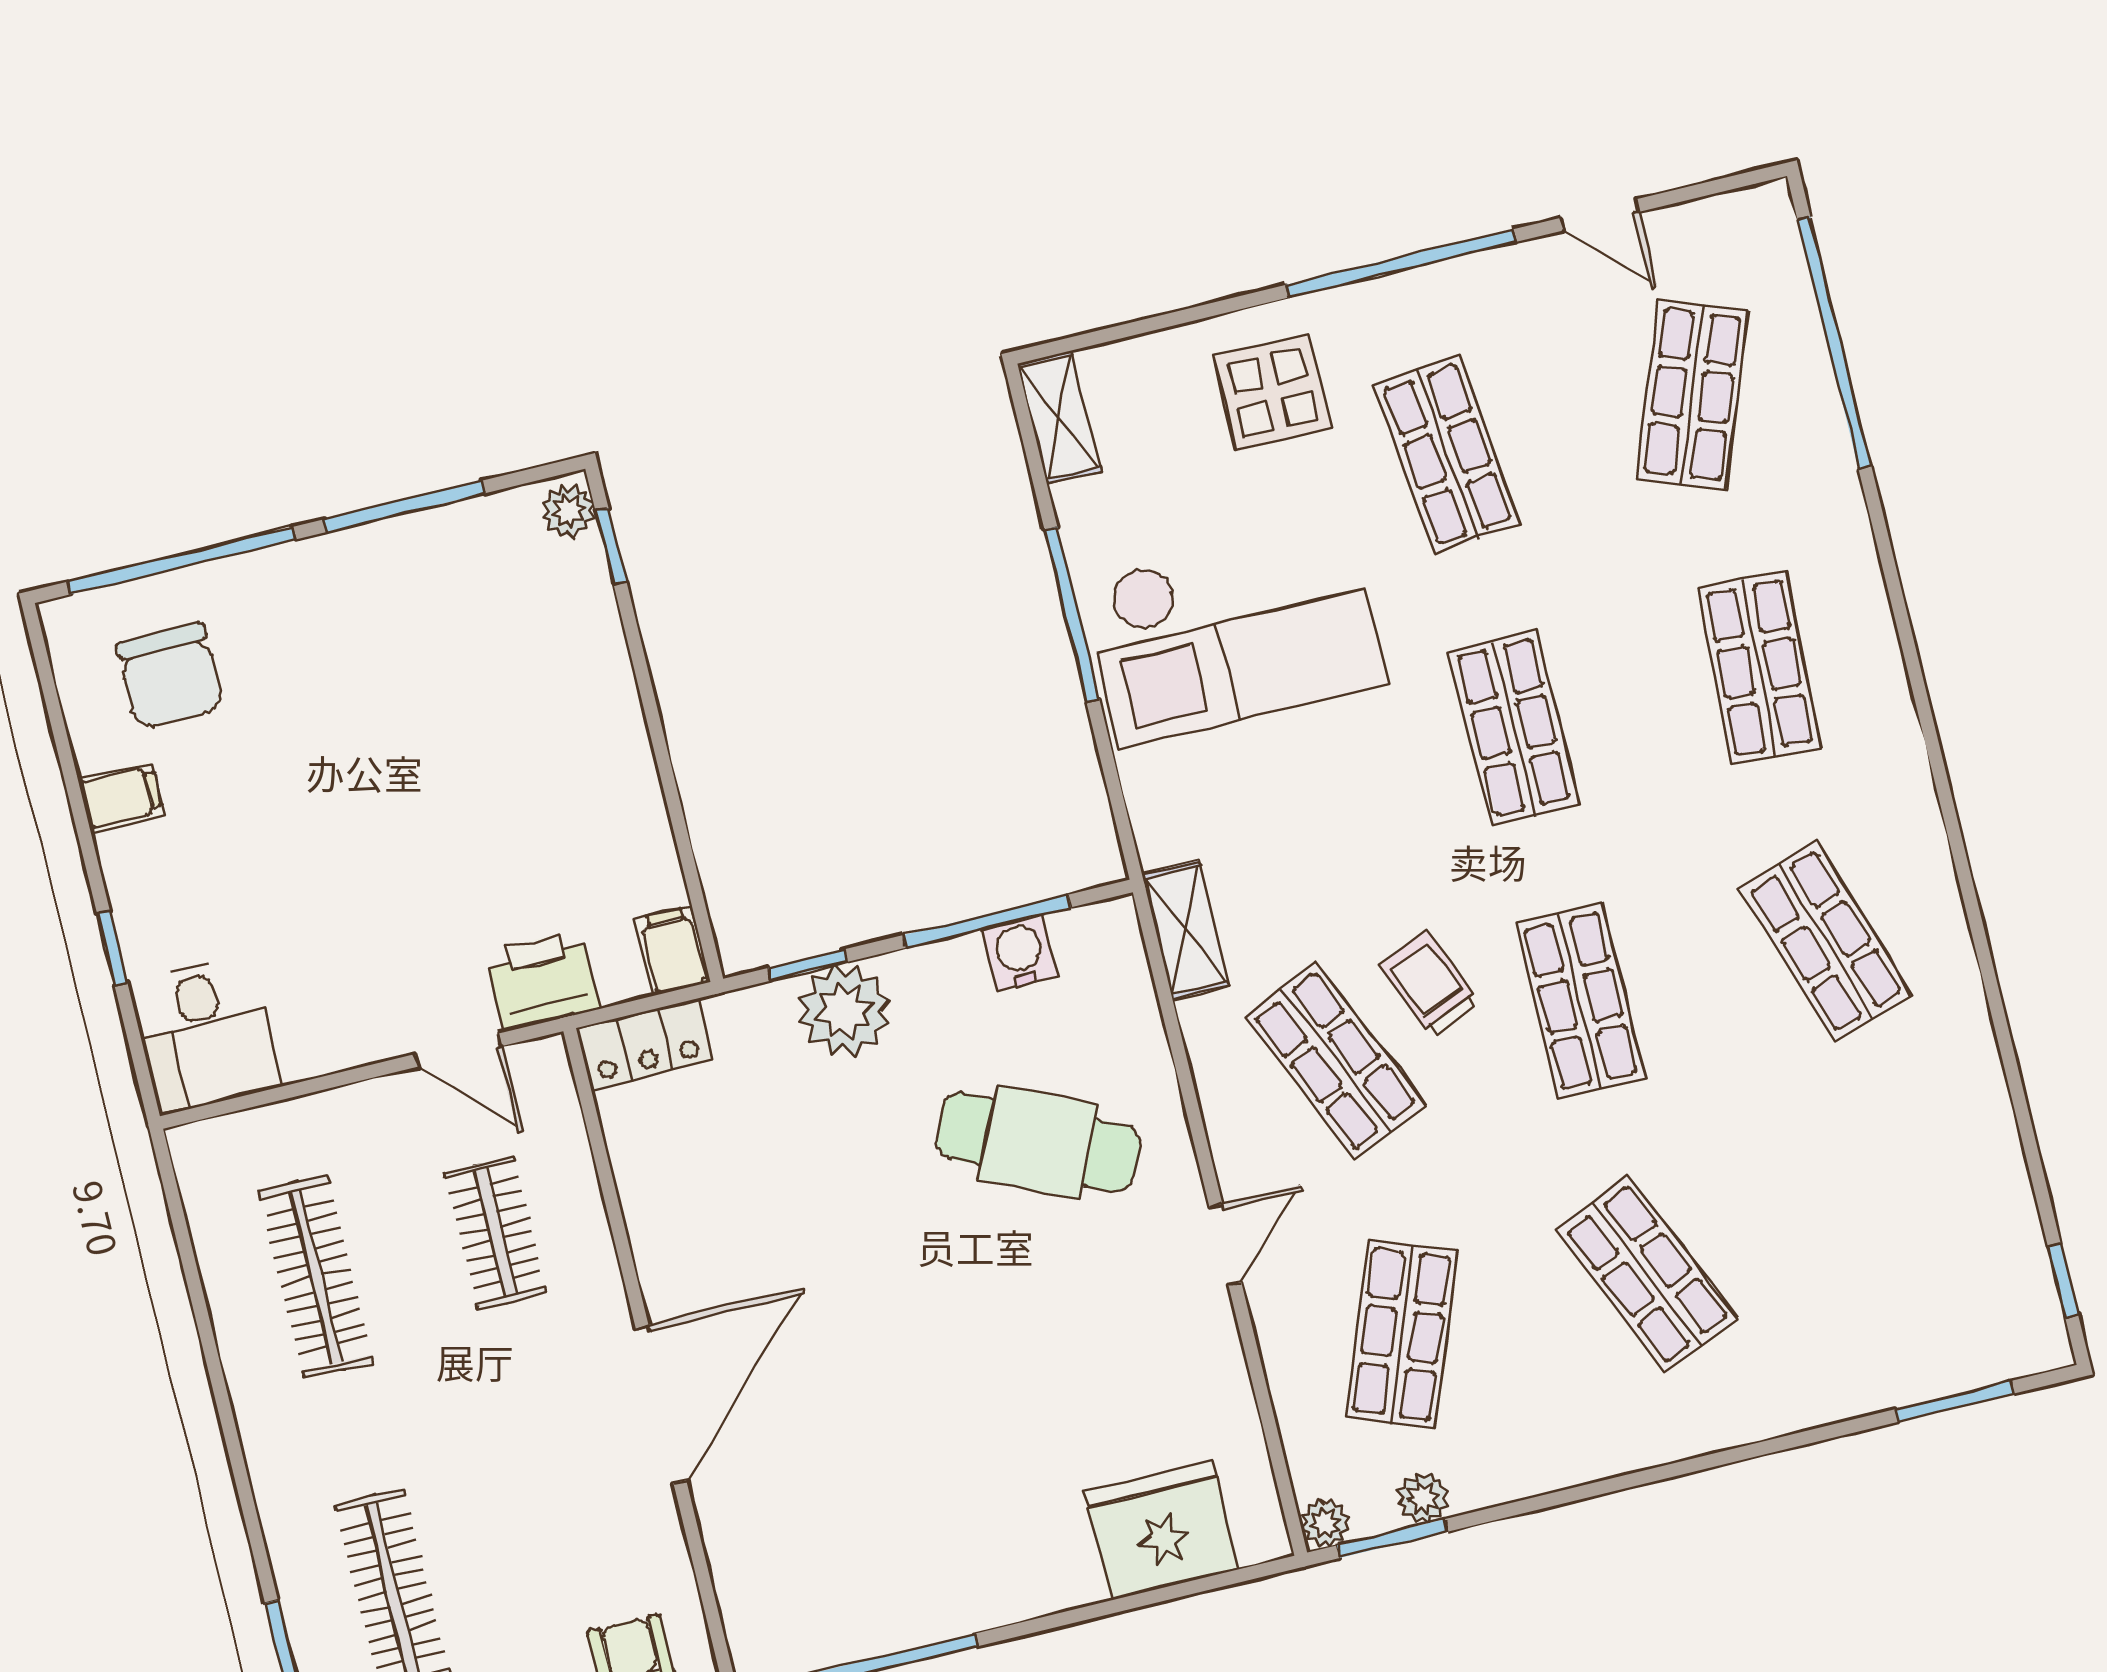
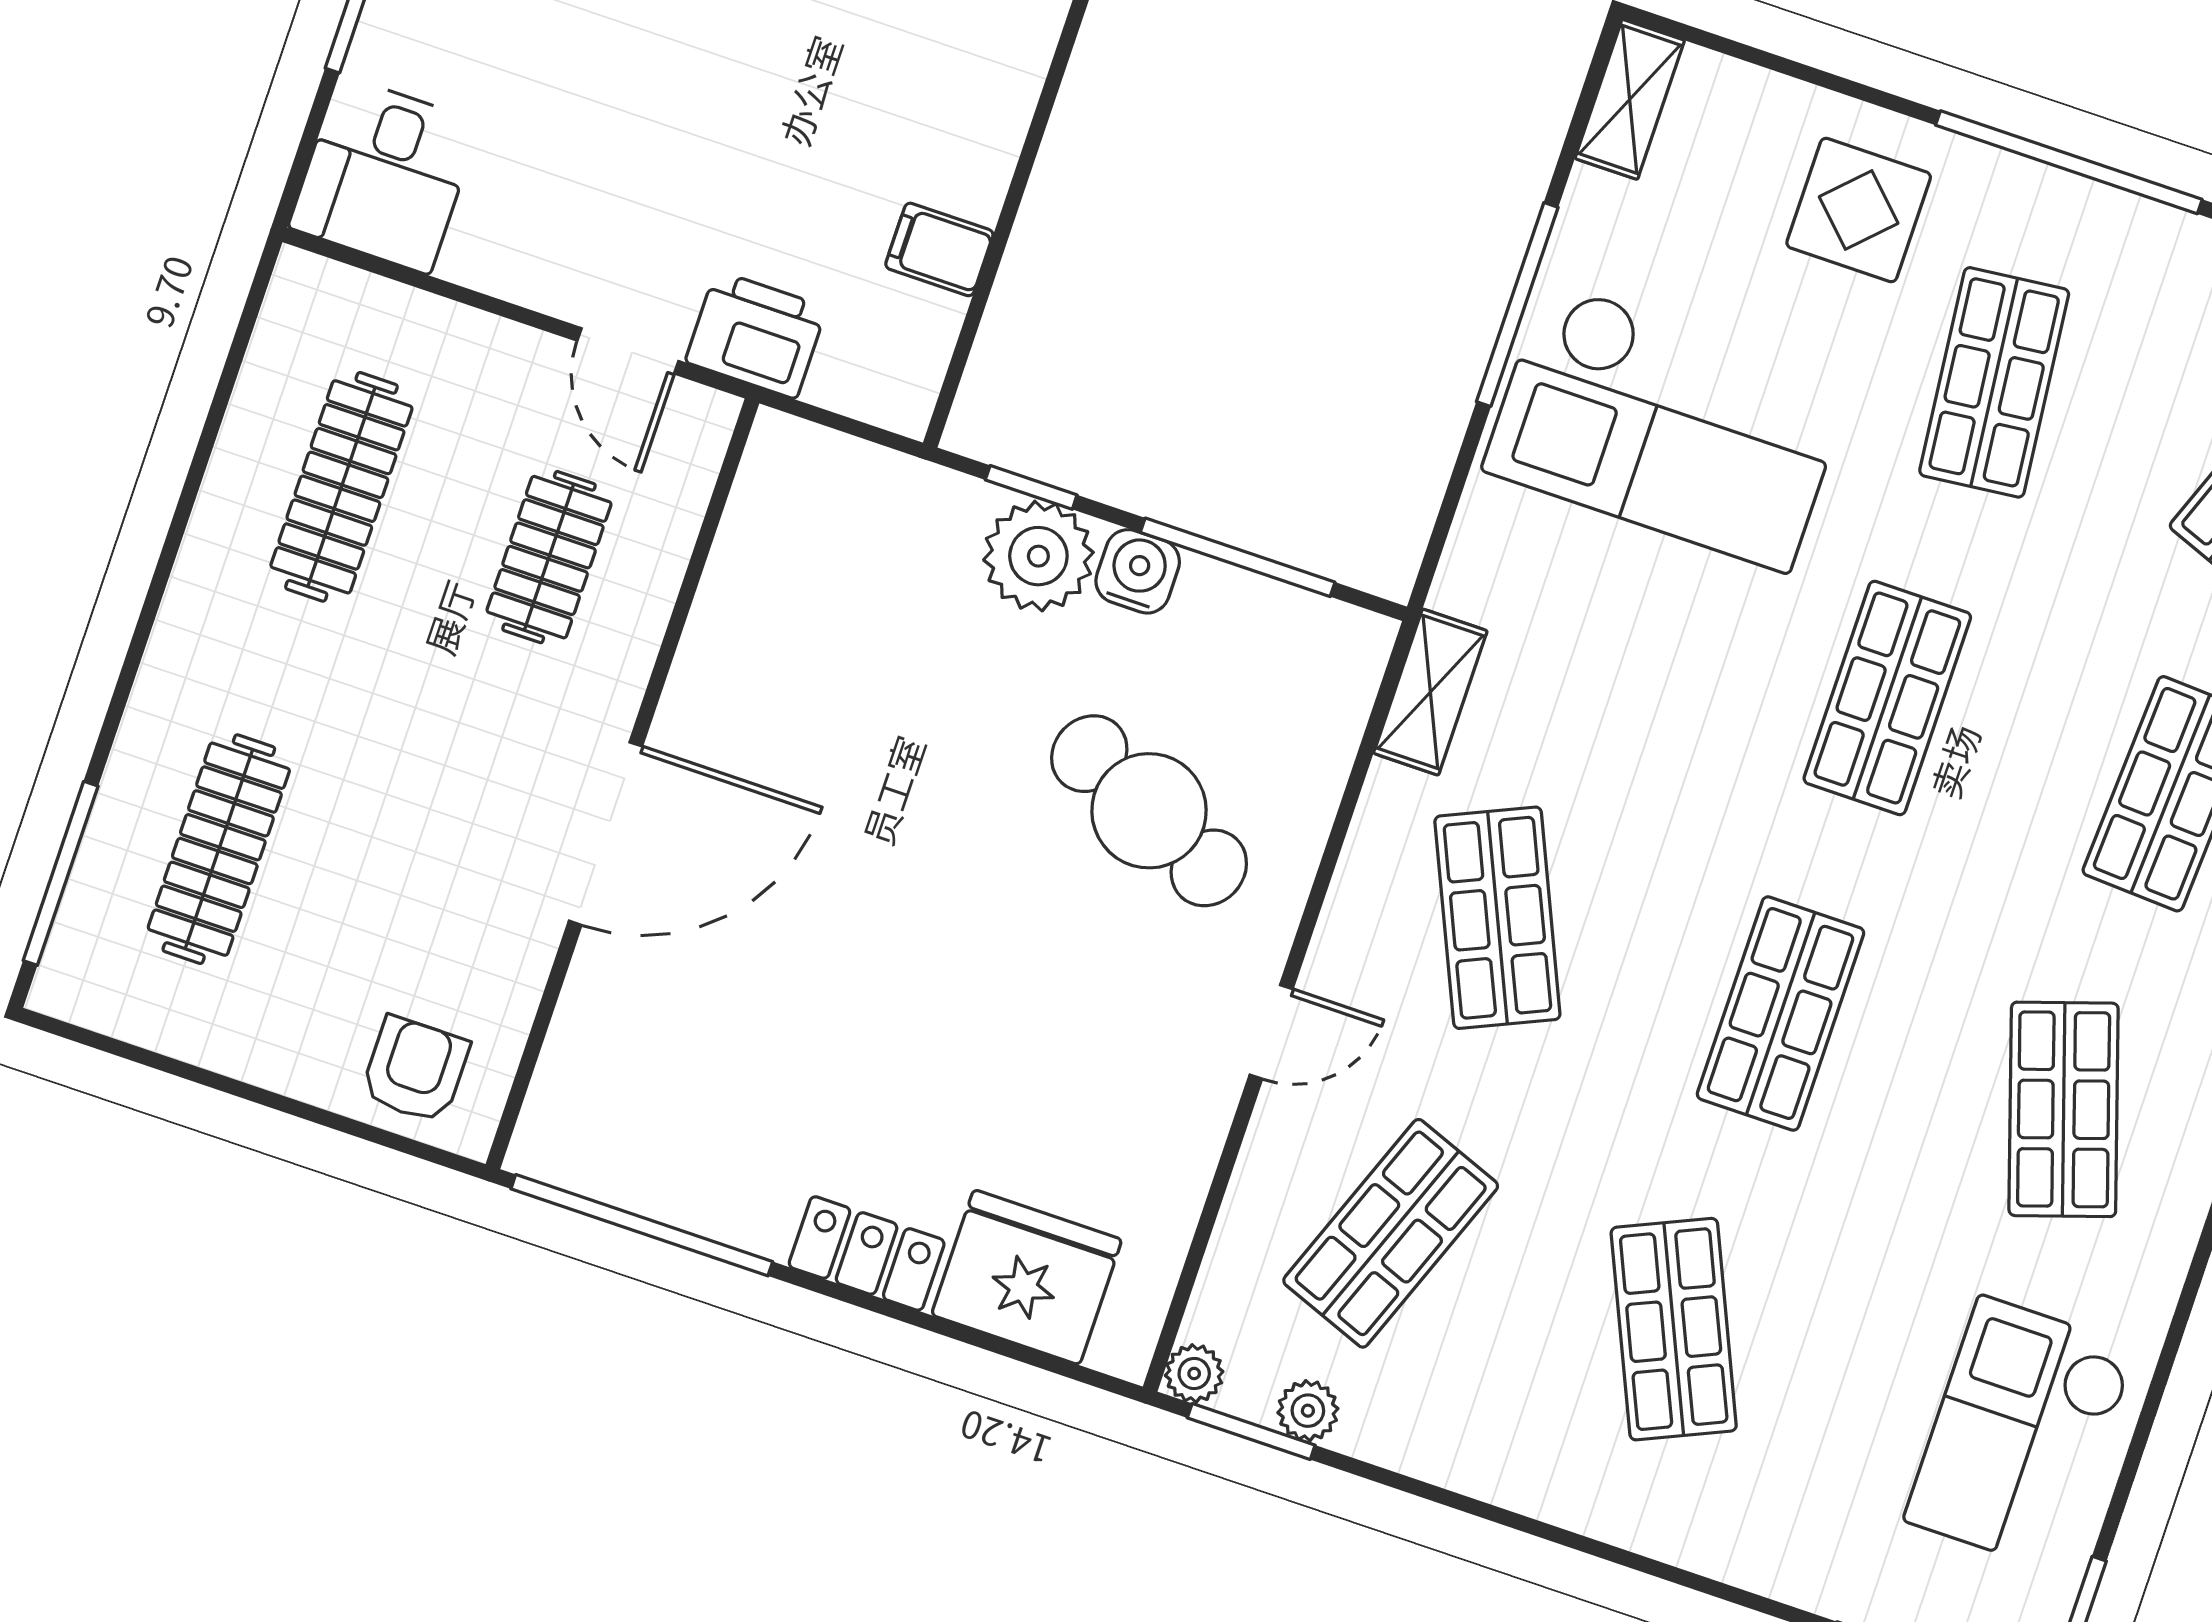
filing cabinet: (673, 951) -> (939, 249), moved, turned -90
water cooler: (1019, 953) -> (1138, 571), moved
trolley: (1430, 985) -> (1640, 902), removed
locker: (645, 1044) -> (867, 1253), moved, turned 180
checkout: (1942, 1192) -> (2020, 1434), added

